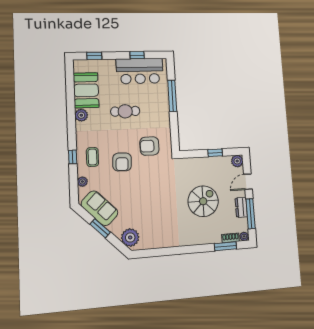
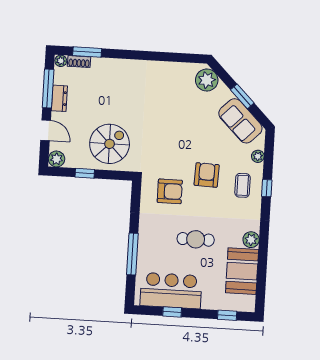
door: (248, 182) -> (46, 130), hinge flipped
spiral stairs: (203, 201) -> (110, 144), moved, turned 180

